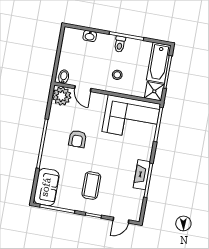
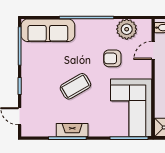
plant: (62, 96) -> (127, 29), moved
armchair: (77, 139) -> (112, 58), moved
coffee table: (91, 186) -> (75, 86), moved, turned -30
sofa: (46, 187) -> (48, 30), width x1.36

